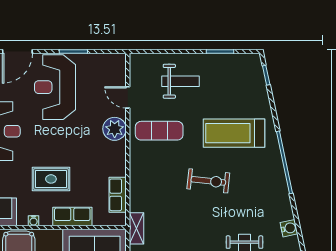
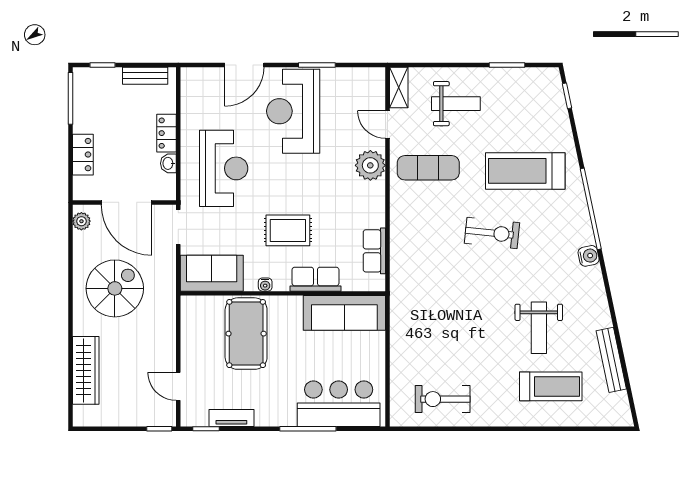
shelving: (136, 228) -> (399, 88), moved
water cooler: (289, 228) -> (589, 256), moved

